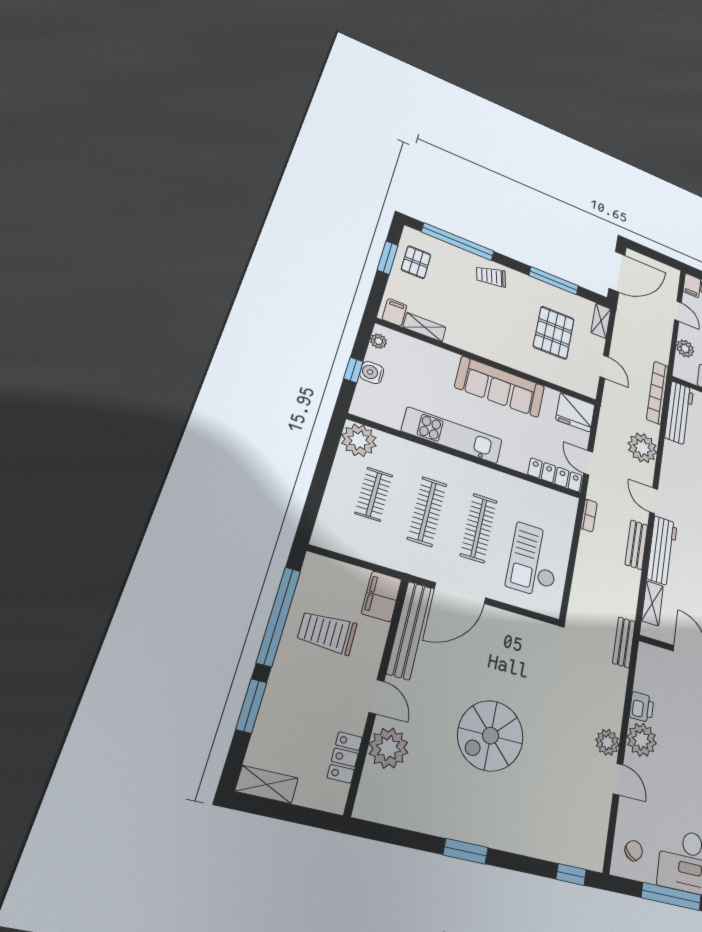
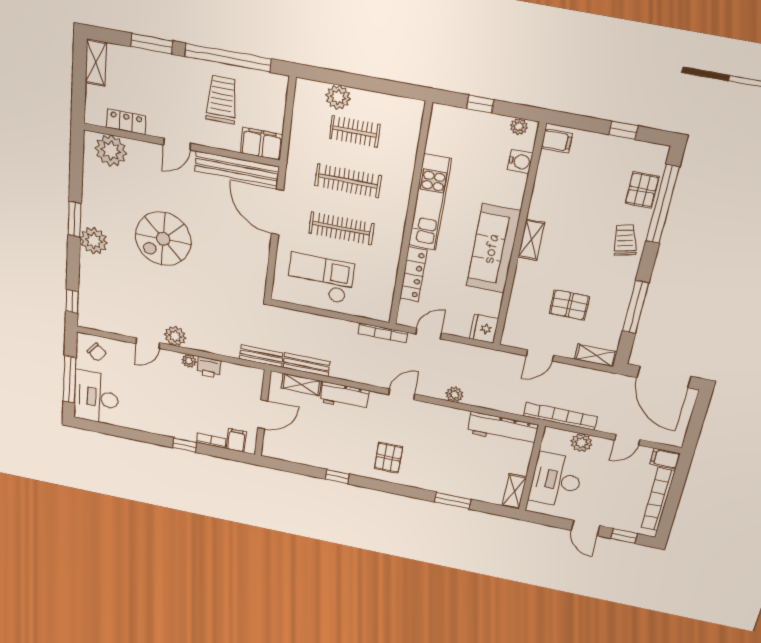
window: (388, 258) -> (623, 130), width x0.67
pallet: (416, 262) -> (642, 190), moved, turned 90
shelving: (424, 327) -> (531, 240), moved
pallet: (554, 333) -> (569, 305), width x0.67, depth x0.71
water cooler: (372, 373) -> (520, 162), moved, turned 90
bookcase: (657, 393) -> (560, 416), moved
fridge: (575, 412) -> (484, 329), width x0.73, depth x0.75
plant: (359, 440) -> (338, 97), moved, width x0.73, depth x0.73
plant: (642, 448) -> (454, 394), width x0.53, depth x0.53
locker: (555, 475) -> (413, 274), moved
bookcase: (589, 515) -> (383, 333), width x1.56
bench: (636, 545) -> (306, 365), moved
workbench: (662, 551) -> (344, 396), width x0.73
spiral stairs: (491, 736) -> (163, 239), turned -90
plant: (642, 740) -> (189, 361), width x0.53, depth x0.53
plant: (389, 748) -> (111, 151), moved
plant: (493, 829) -> (94, 241), added

